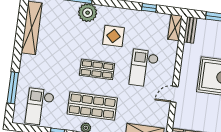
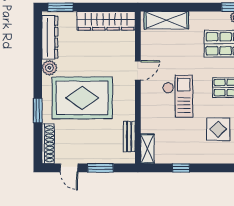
bench: (190, 30) -> (129, 136), moved

